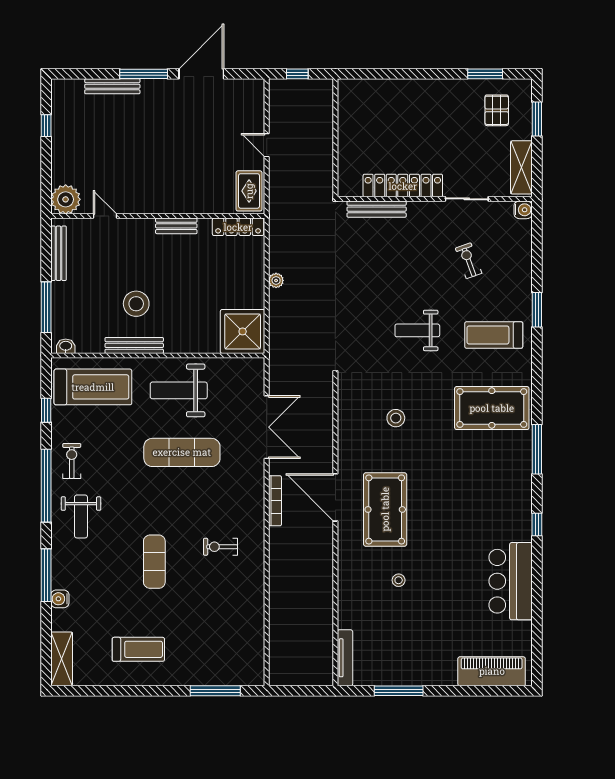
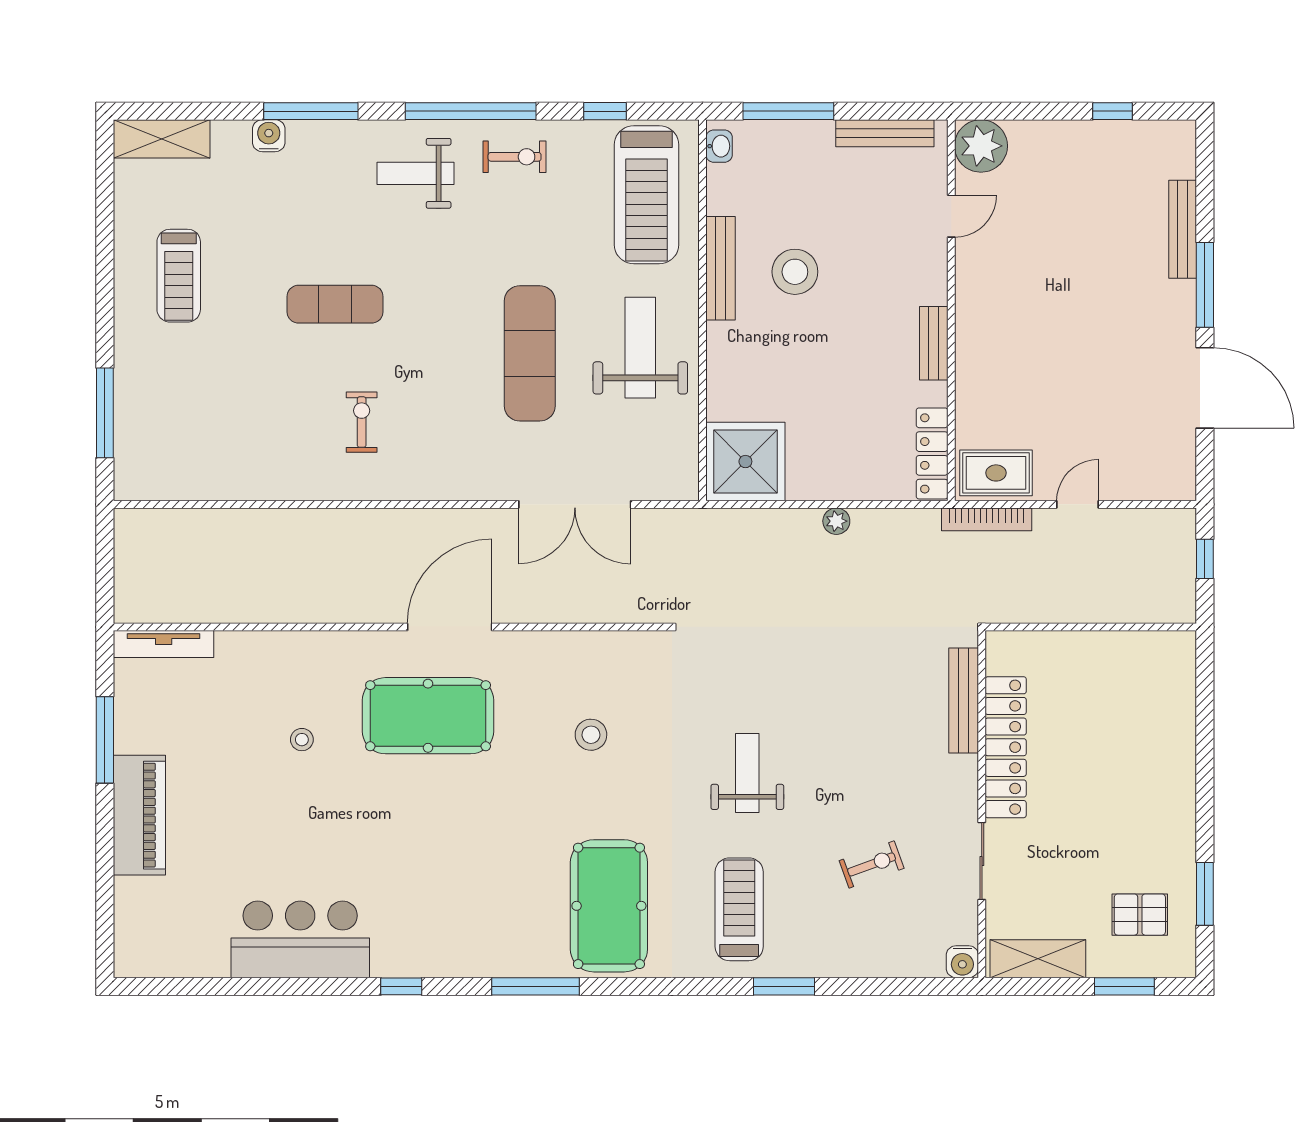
bookcase: (275, 501) -> (987, 519), moved
piano: (492, 671) -> (139, 815), moved

